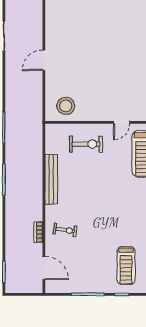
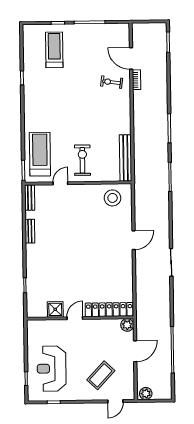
exercise bike: (86, 144) -> (82, 160), moved, turned 90
bench: (51, 179) -> (126, 158), moved
door: (44, 268) -> (131, 58), moved

